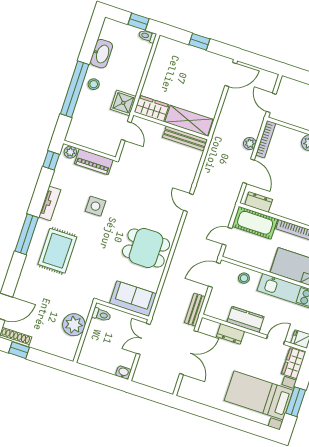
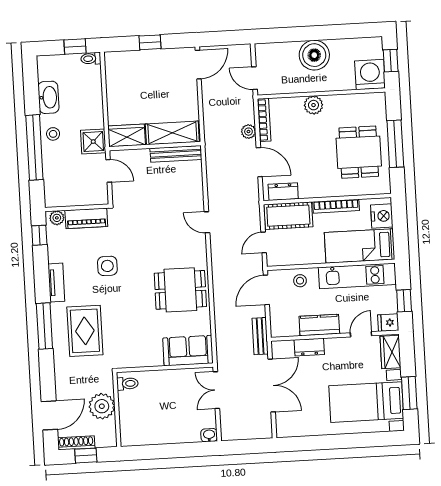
toilet: (101, 315) -> (127, 384), moved
plant: (74, 325) -> (102, 406), moved
wall: (85, 332) -> (117, 410), moved

